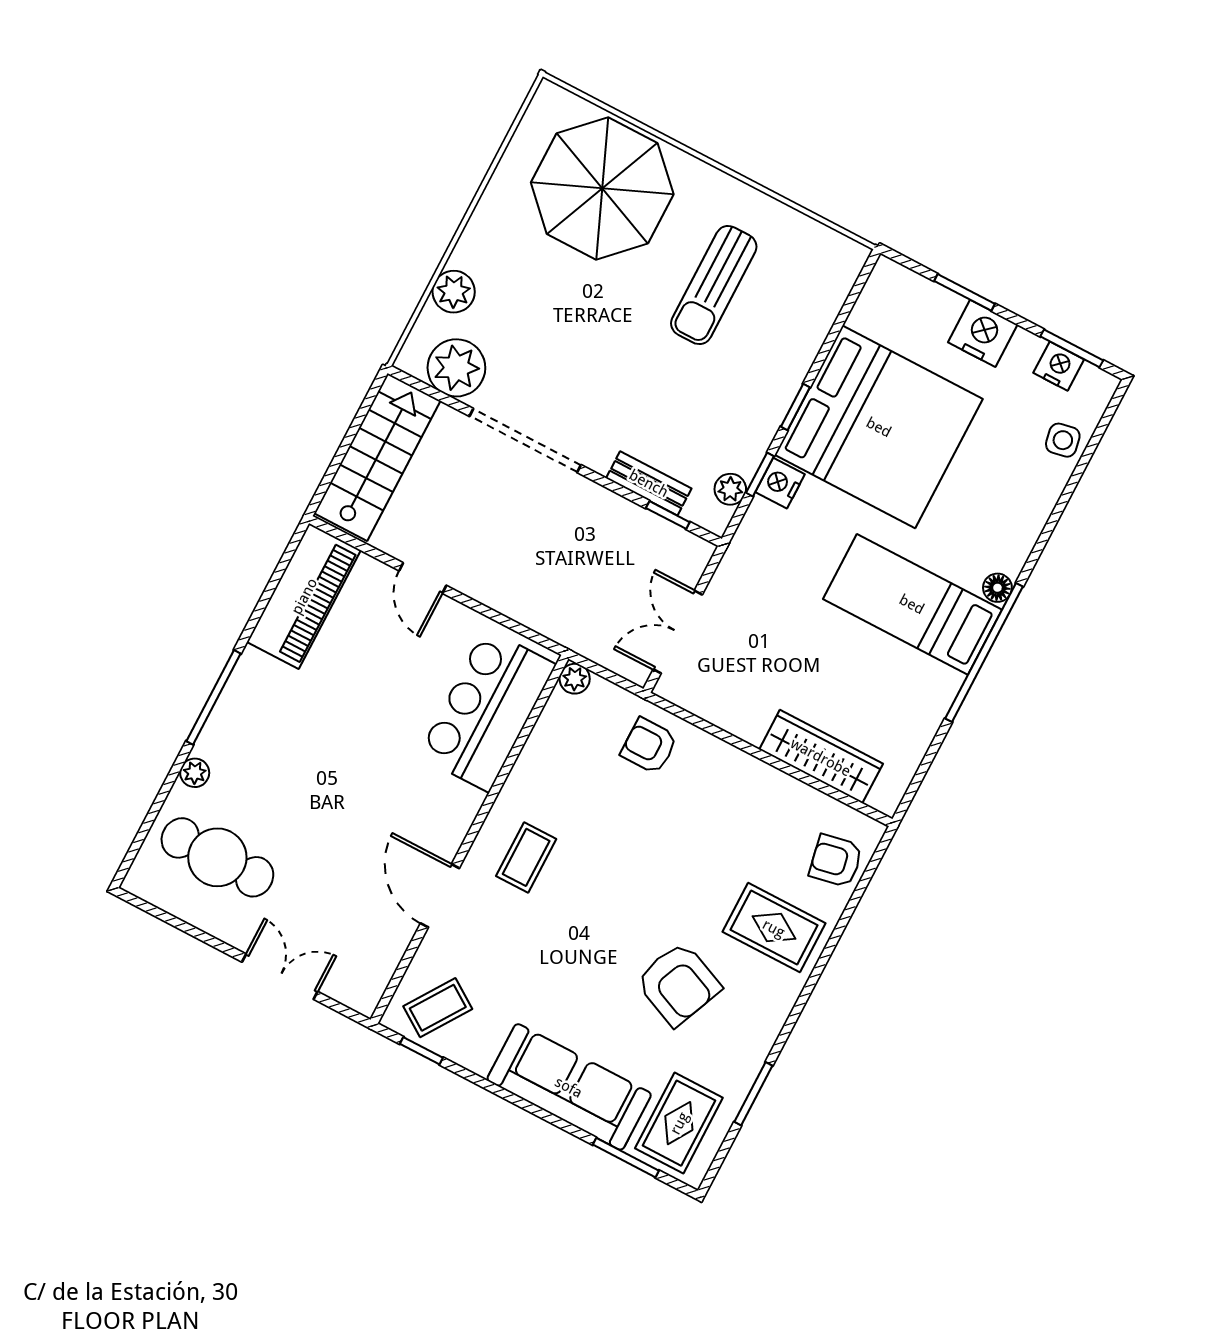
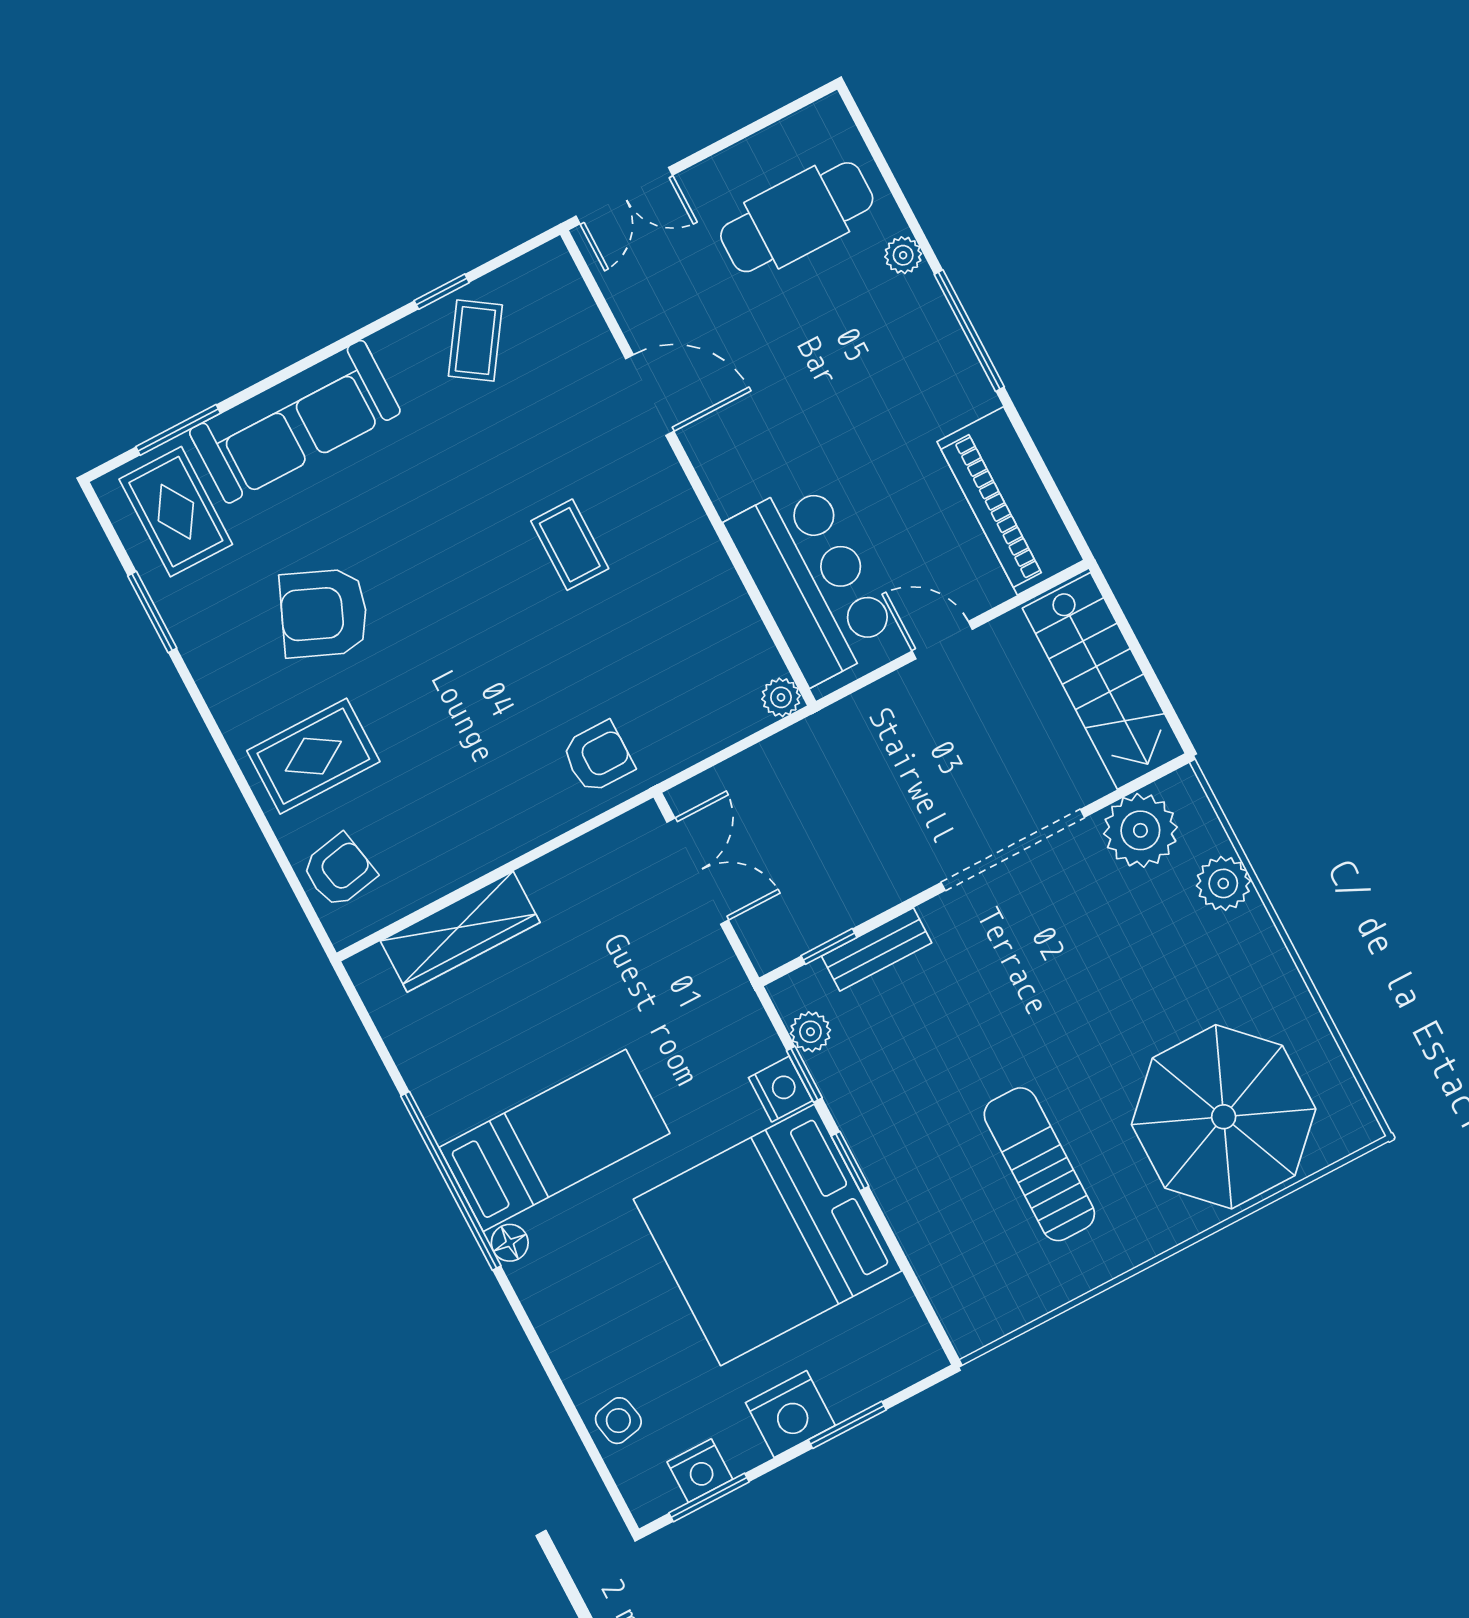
plant: (575, 679) -> (781, 697), moved
bar counter: (487, 710) -> (812, 581), moved
wall: (469, 839) -> (688, 468), moved
door: (440, 896) -> (650, 395), moved

